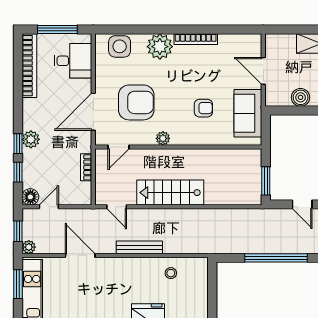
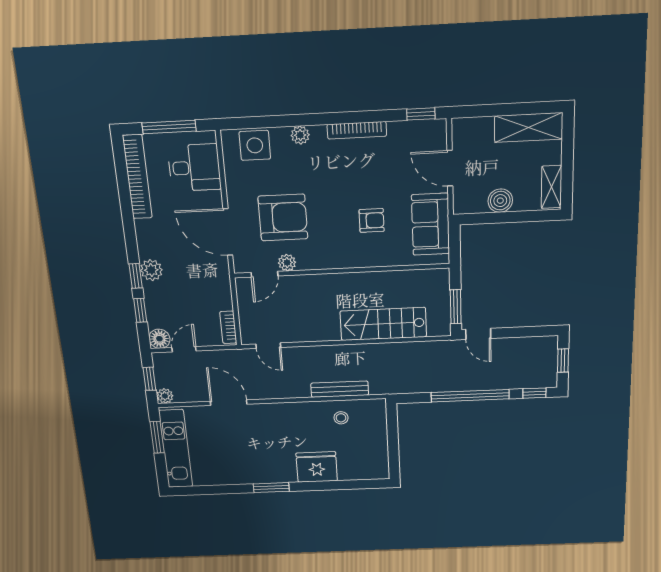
window: (243, 30) -> (421, 114), added
plant: (160, 47) -> (300, 135), width x0.53, depth x0.53
door: (93, 112) -> (228, 232), hinge flipped
plant: (163, 138) -> (287, 263), moved
bookcase: (86, 167) -> (228, 327), moved
stairs: (170, 193) -> (383, 324), moved
door: (302, 204) -> (478, 334), moved
bench: (139, 247) -> (340, 389), moved

